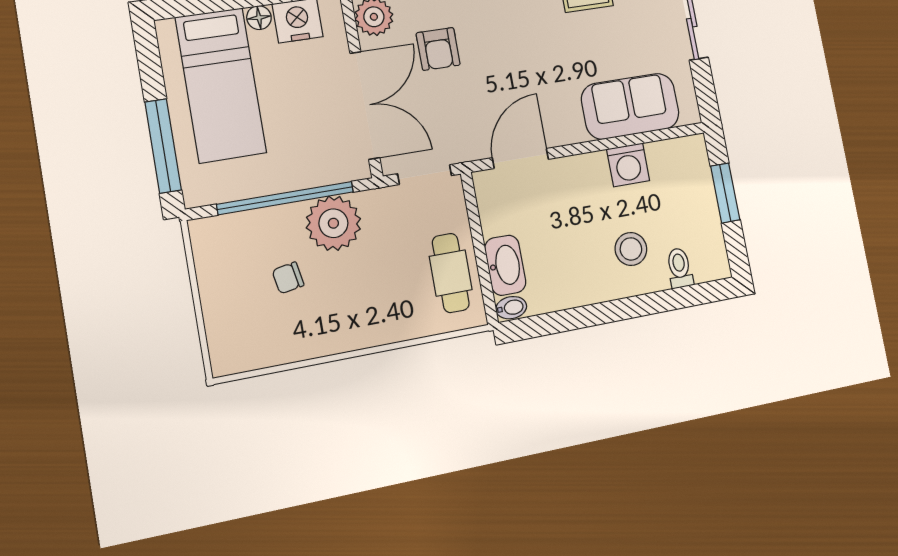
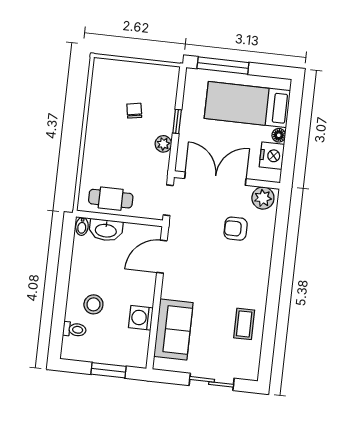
double door: (365, 105) -> (215, 179), swing flipped
door: (520, 159) -> (162, 257), swing flipped
window: (285, 198) -> (177, 121), width x0.32
plant: (333, 223) -> (163, 144), width x0.53, depth x0.53

